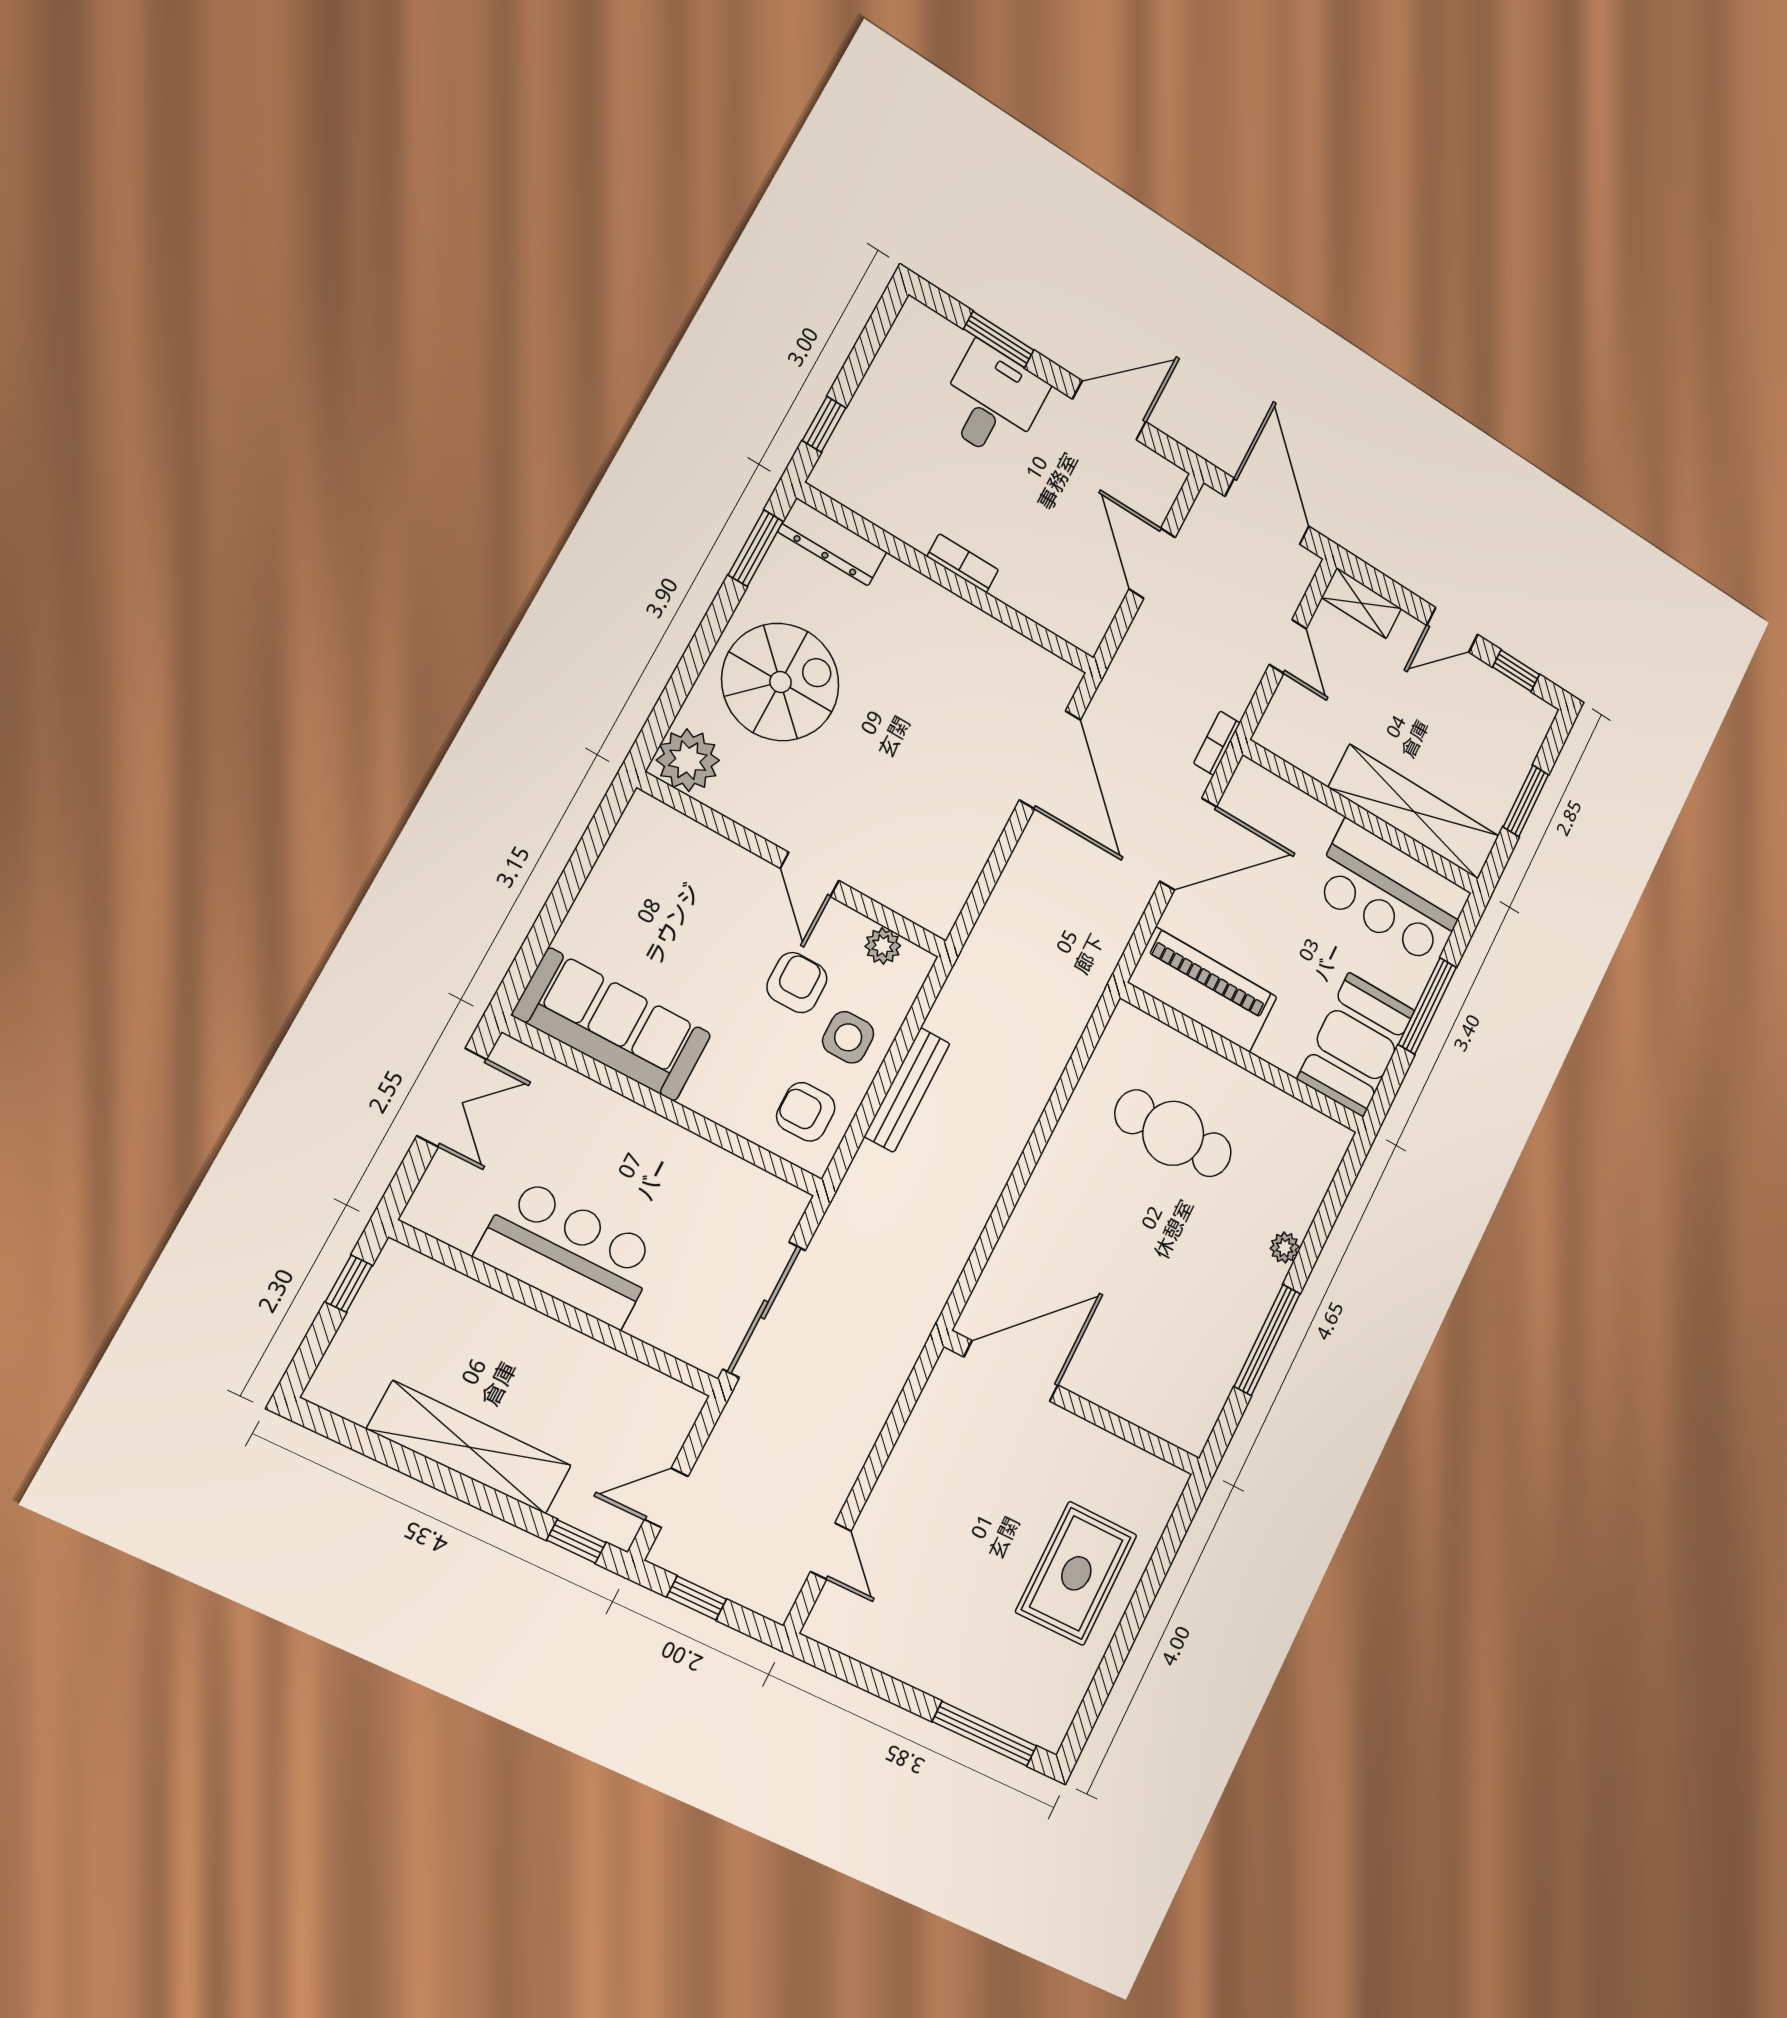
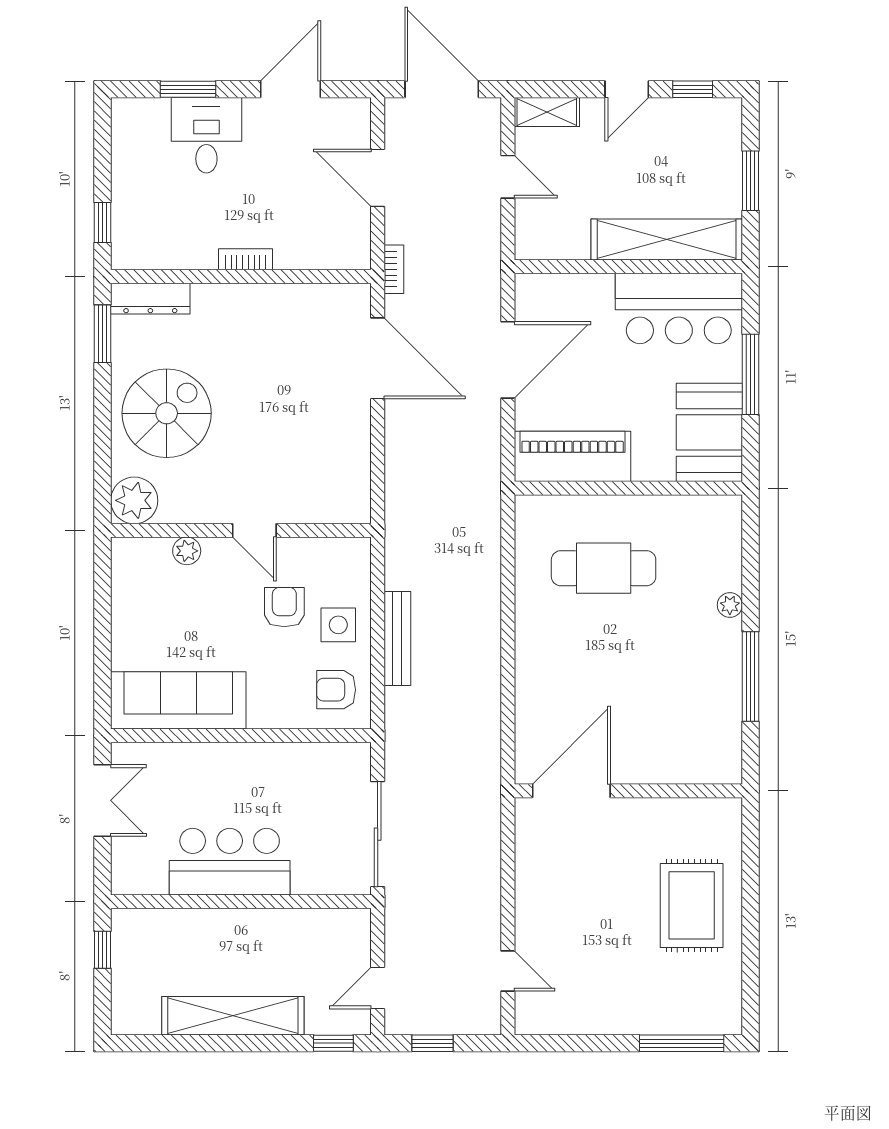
bookcase: (1217, 743) -> (394, 269), moved, turned 180
plant: (883, 946) -> (187, 551), moved

